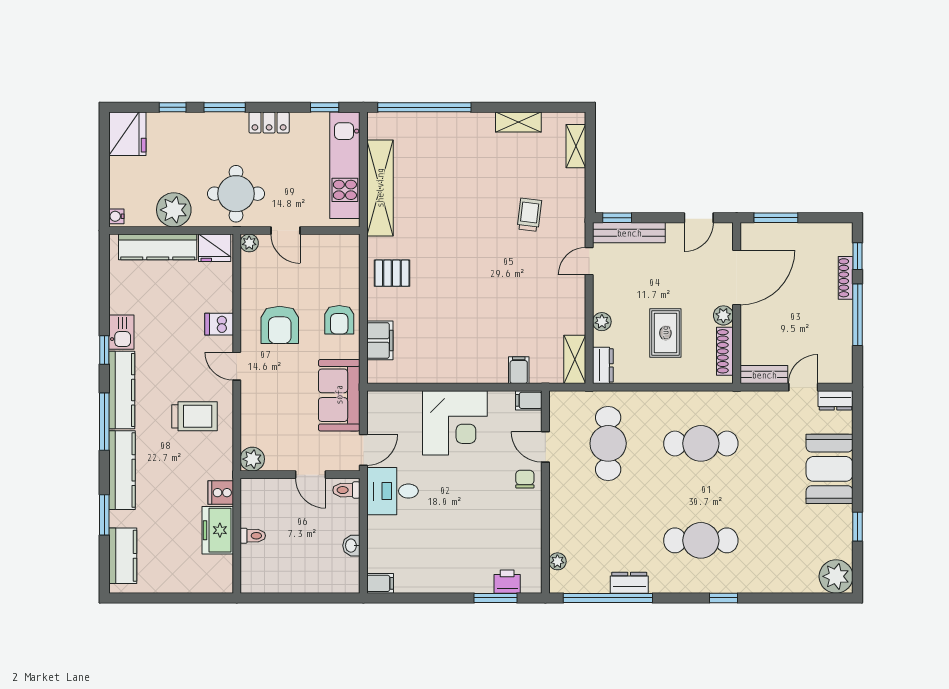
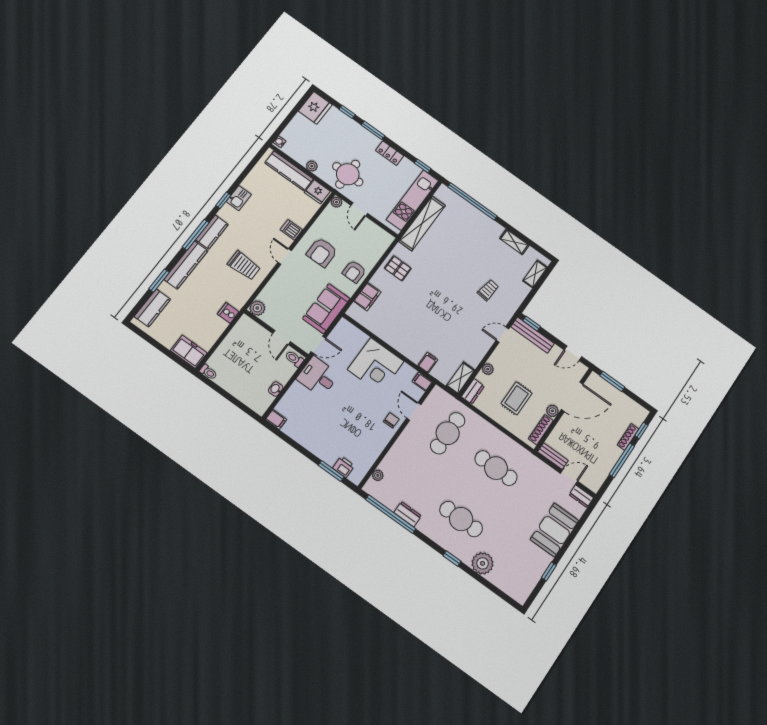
plant: (174, 210) -> (312, 166), width x0.53, depth x0.53
kitchen counter: (122, 390) -> (212, 232), width x0.67
freezer: (218, 530) -> (189, 352), moved, turned 90
toilet: (253, 536) -> (208, 372), moved
plant: (836, 576) -> (483, 563), moved

